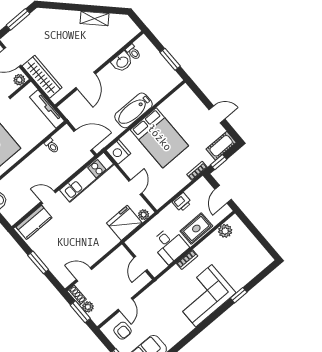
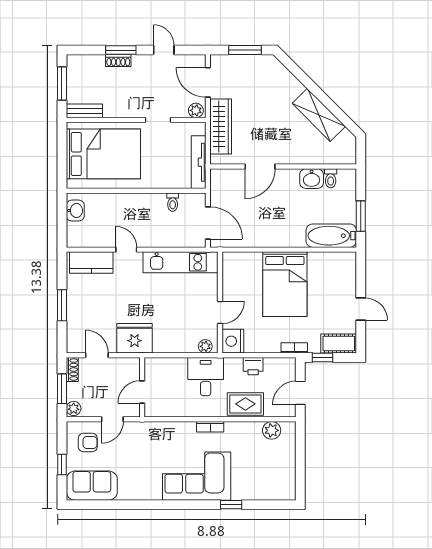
shelving: (94, 19) -> (319, 115), width x1.50, depth x1.33
bathtub: (133, 110) -> (331, 236), moved
nightstand: (118, 152) -> (233, 341), moved
fridge: (124, 223) -> (135, 338), moved
desk: (170, 245) -> (206, 377), moved, turned 180
wall: (138, 261) -> (142, 387), moved
door: (141, 264) -> (142, 392), moved
plant: (88, 307) -> (74, 408), moved
armchair: (123, 331) -> (88, 443), turned -90

